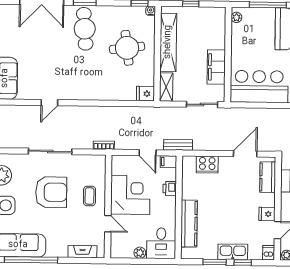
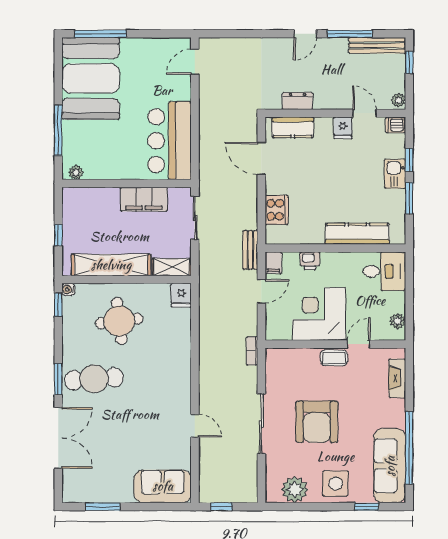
armchair: (51, 192) -> (317, 422), turned 180
coffee table: (89, 196) -> (334, 358), moved
kitchen sink: (233, 252) -> (395, 174), width x0.73
plant: (140, 253) -> (398, 321), moved

